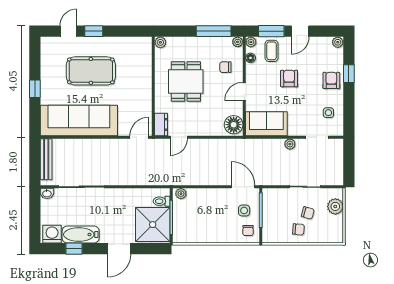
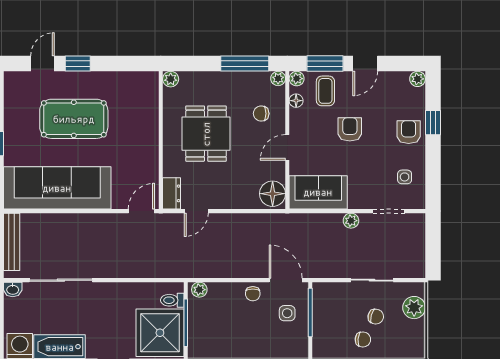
chair: (248, 231) -> (253, 294), moved

